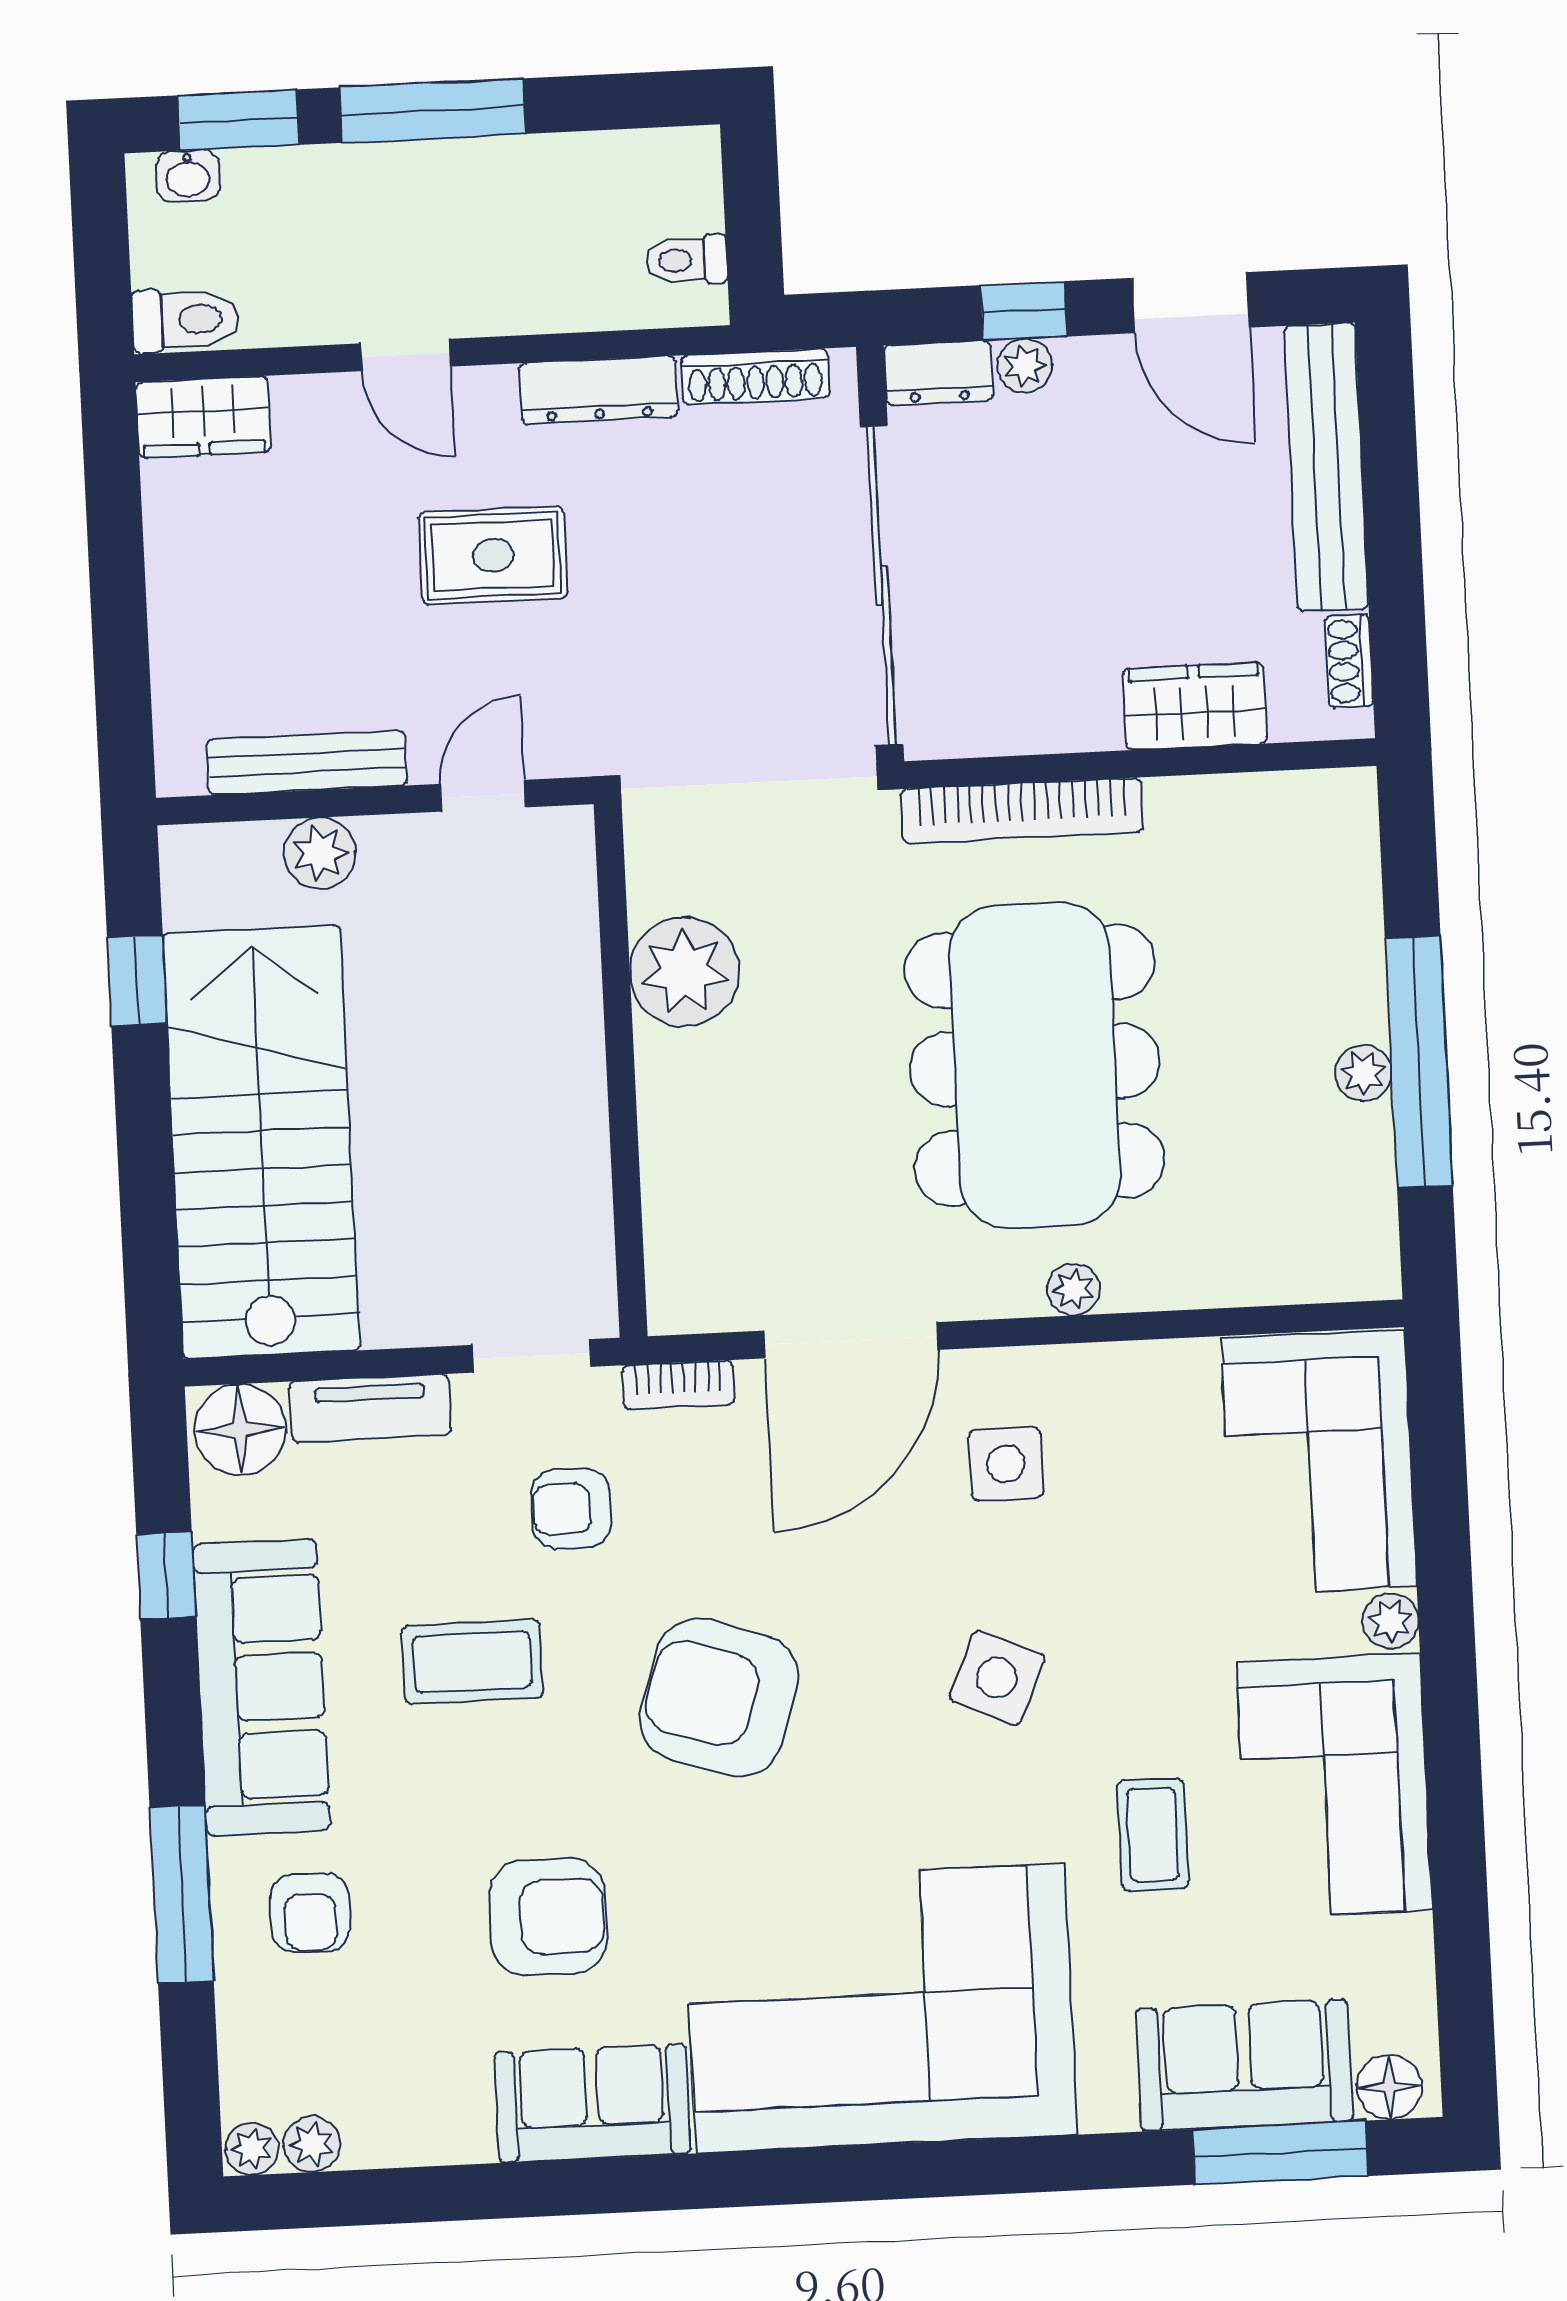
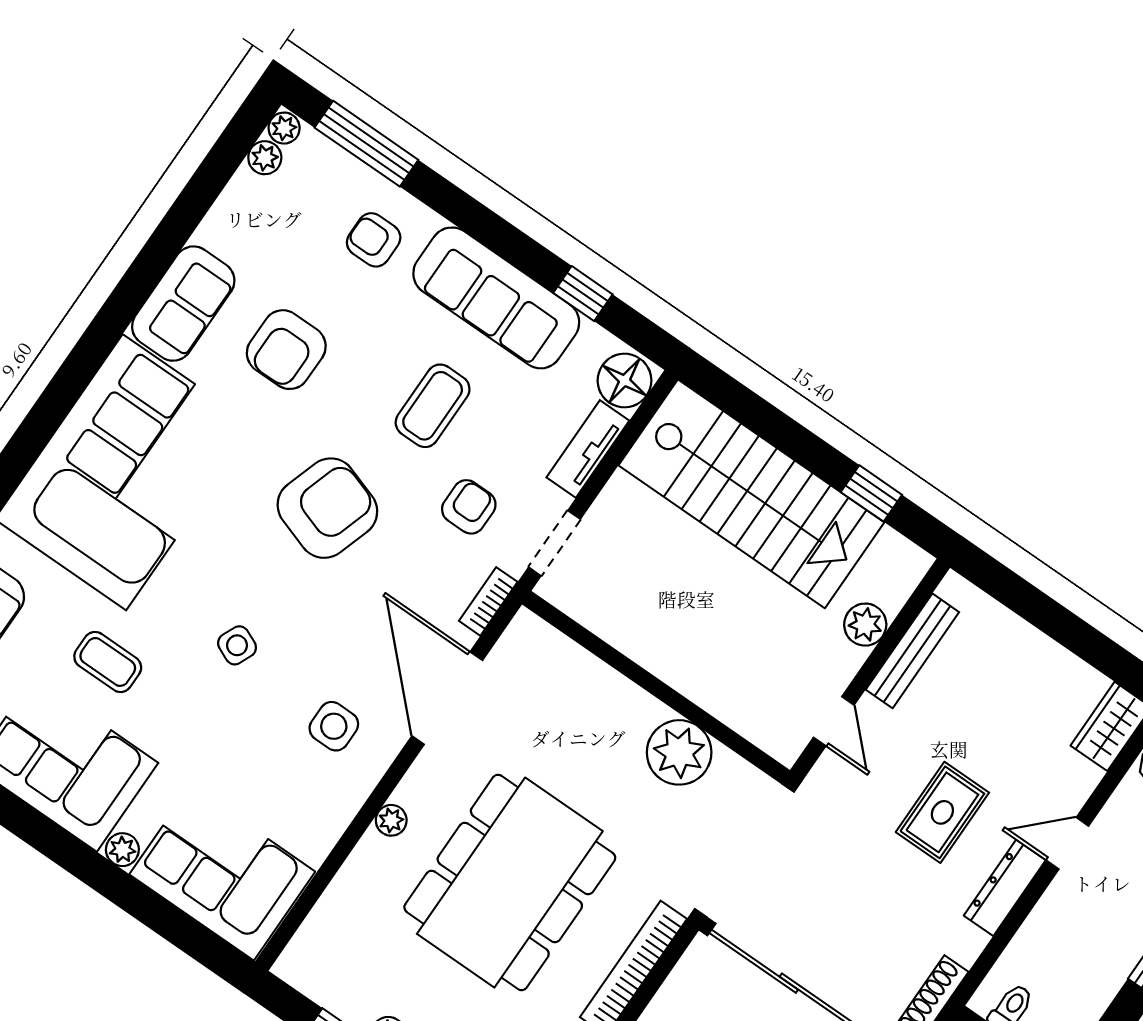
dresser: (598, 390) -> (1005, 888), moved
dining table: (1035, 1065) -> (510, 883), turned 90
side table: (997, 1678) -> (237, 645), width x0.73, depth x0.73
window: (182, 1894) -> (366, 144), moved

